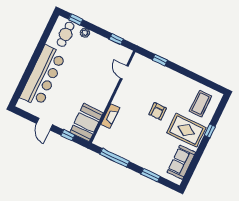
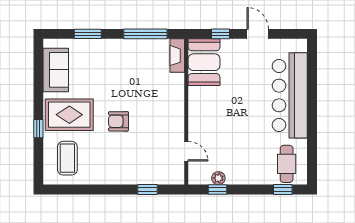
plant: (85, 33) -> (218, 178), moved
armchair: (158, 111) -> (118, 121), turned -90
fireplace: (110, 116) -> (177, 56), moved

